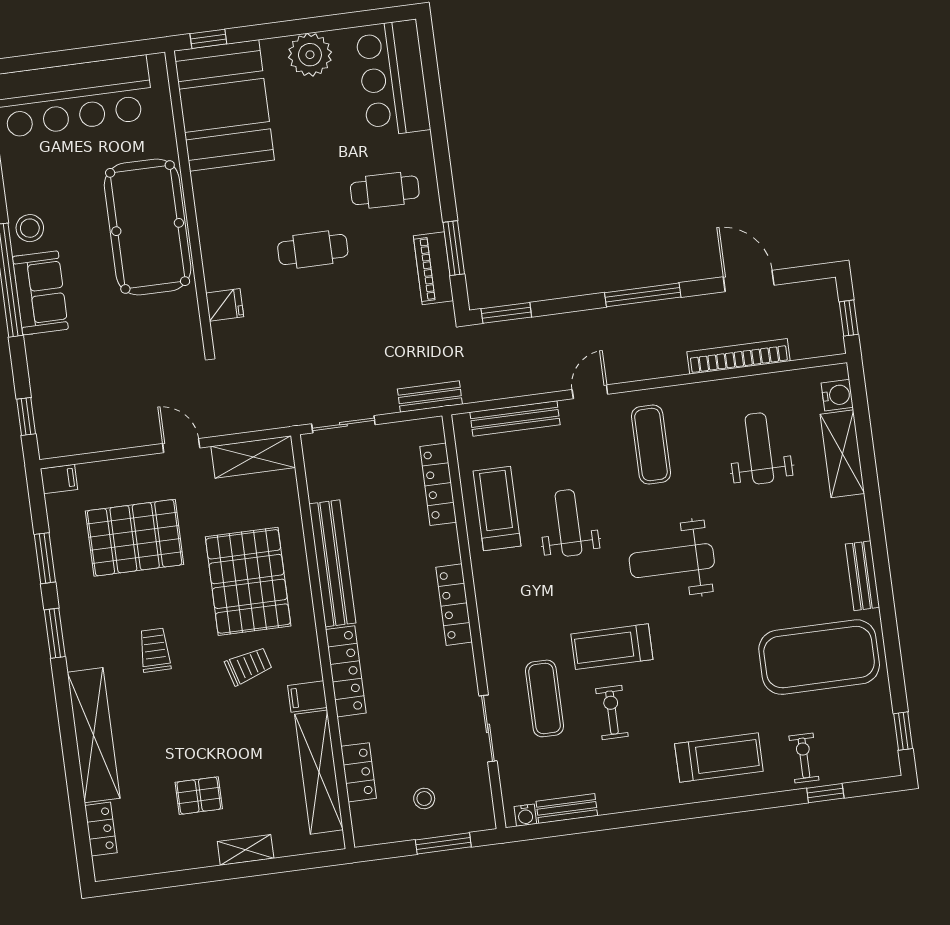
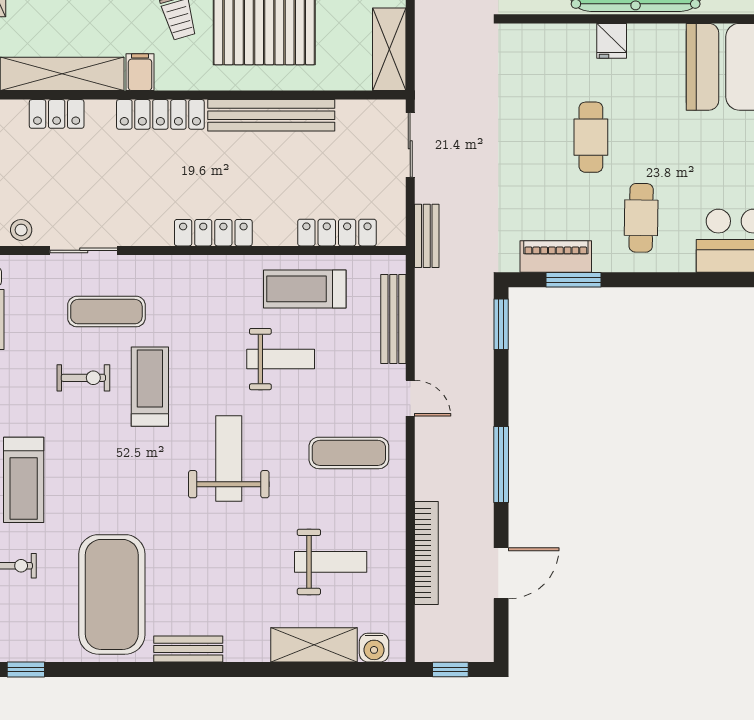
fridge: (225, 305) -> (612, 41), moved
treadmill: (497, 508) -> (305, 289), turned 180
stool: (424, 799) -> (21, 230), moved

